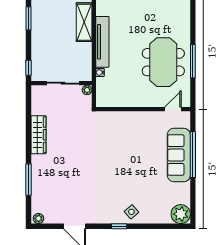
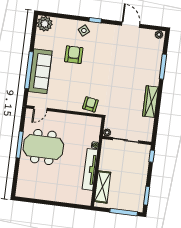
meeting table: (163, 62) -> (43, 147), turned 90
armchair: (112, 122) -> (90, 104), added
armchair: (140, 181) -> (74, 55), added

